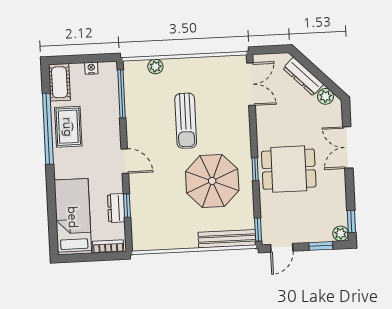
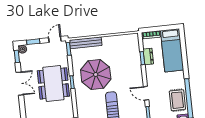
double door: (348, 147) -> (20, 84), moved
door: (125, 161) -> (146, 93), moved
dining table: (289, 169) -> (53, 83), width x1.38

